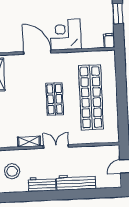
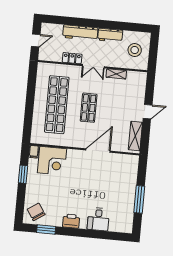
corner desk: (66, 35) -> (52, 161), moved
door: (37, 52) -> (98, 151), swing flipped
locker: (81, 152) -> (72, 58), added

